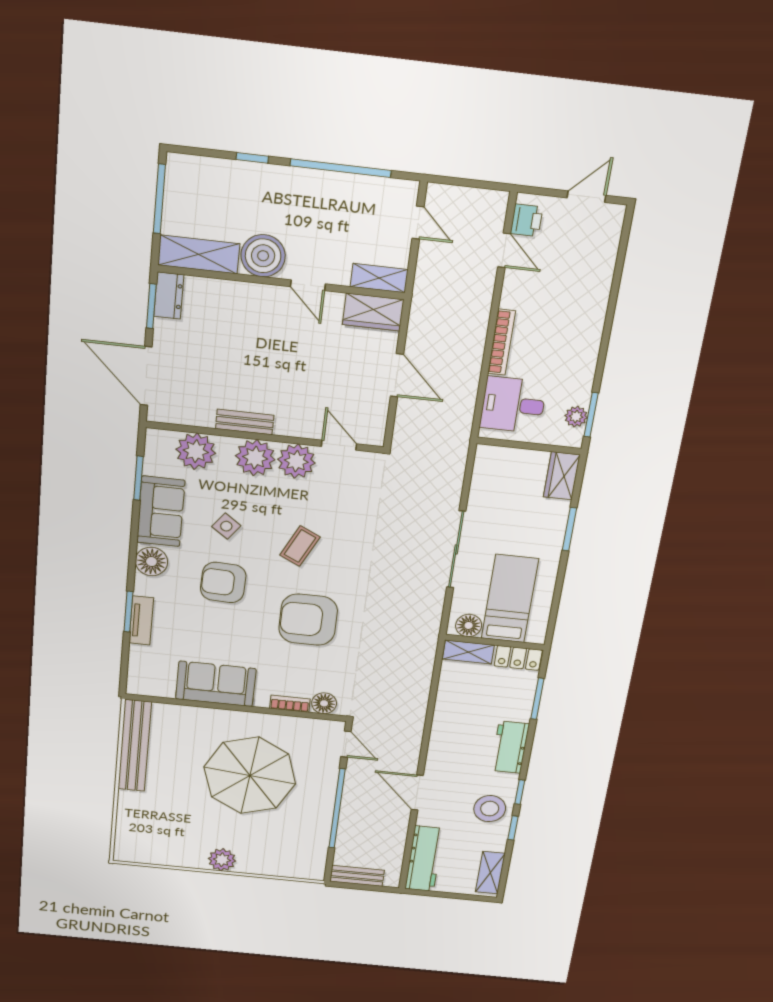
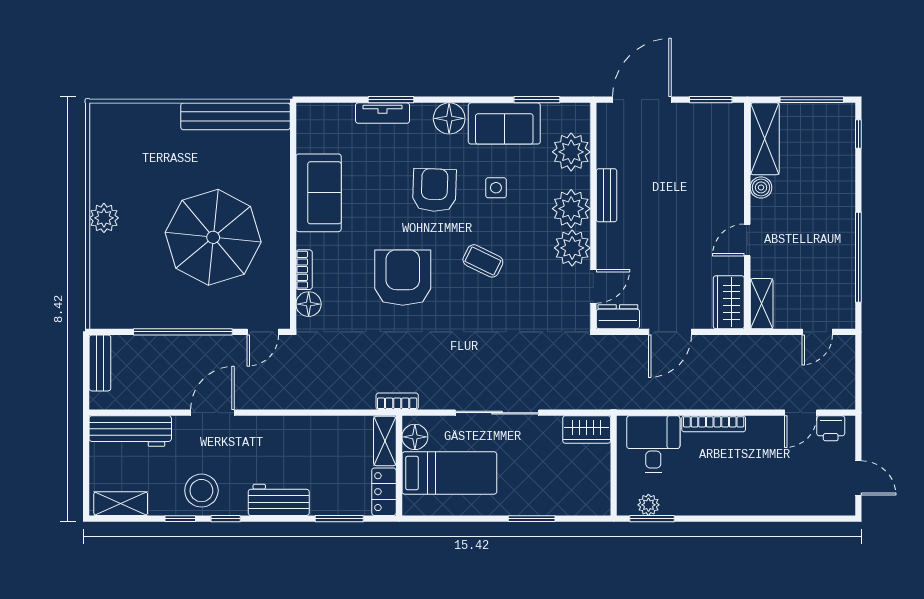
window: (252, 158) -> (858, 134), moved
boiler: (263, 256) -> (761, 187), width x0.54, depth x0.54
dresser: (169, 296) -> (618, 317), moved, turned 180
wardrobe: (562, 476) -> (587, 429), moved, turned 180
side table: (226, 526) -> (496, 188), turned -36
bookcase: (431, 637) -> (397, 401), added

